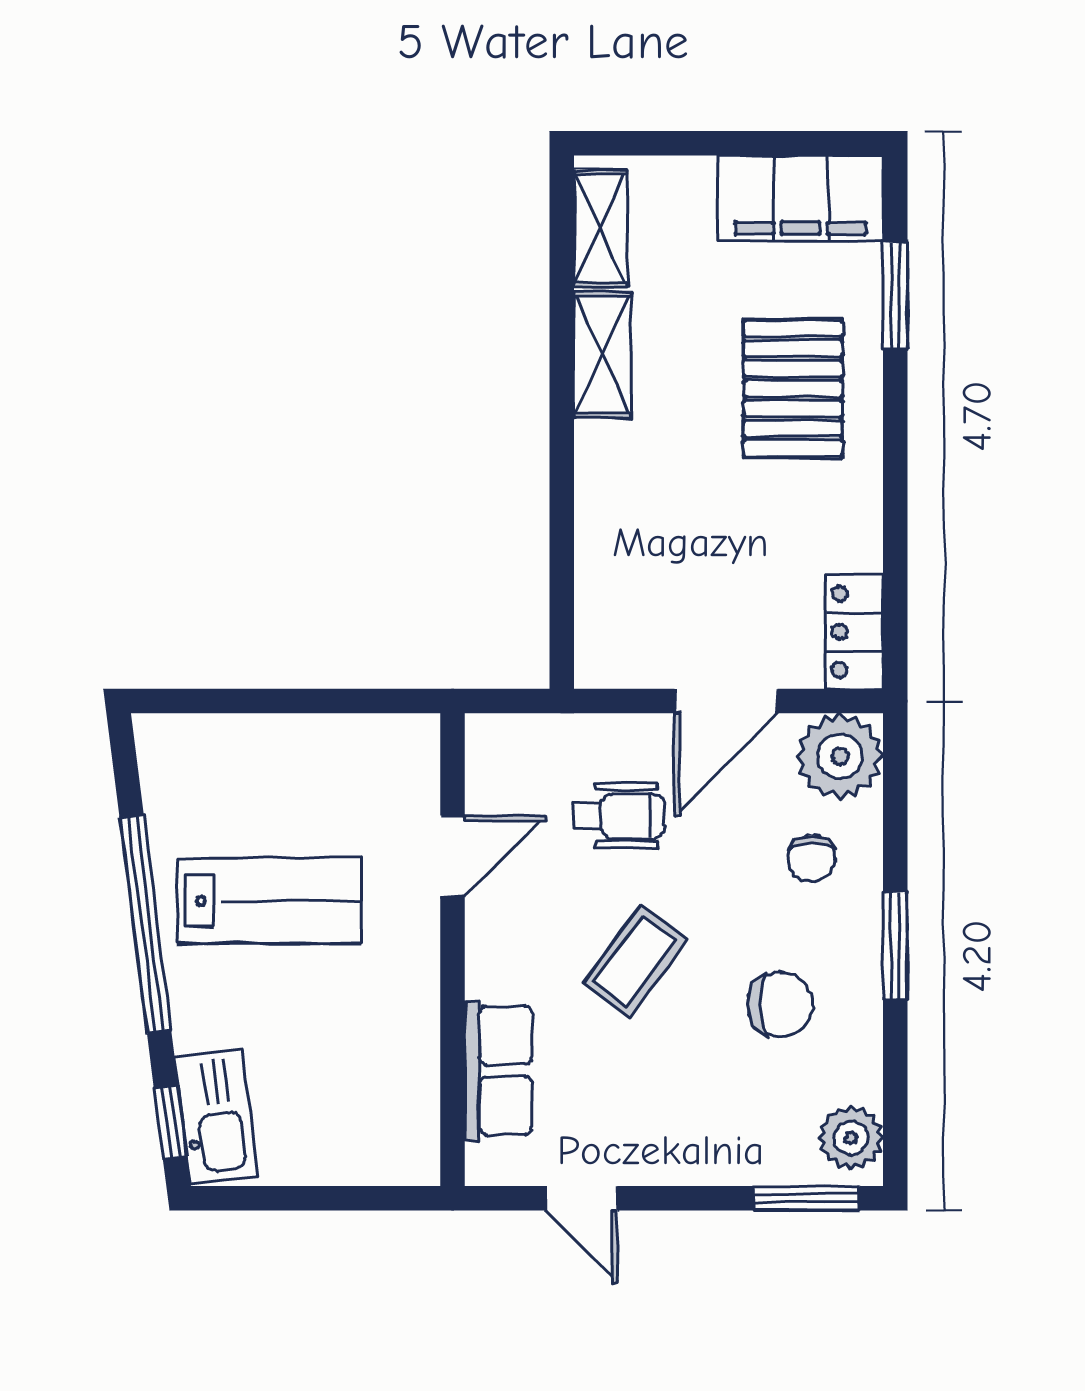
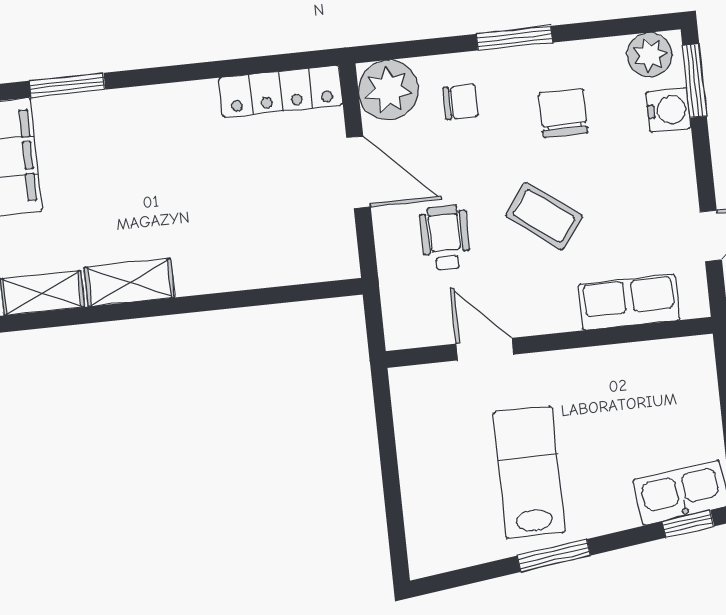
pallet: (793, 389) -> (139, 149), removed
locker: (854, 632) -> (281, 91), width x1.53
window: (145, 924) -> (554, 556), width x0.47
water cooler: (769, 1156) -> (668, 110), added

